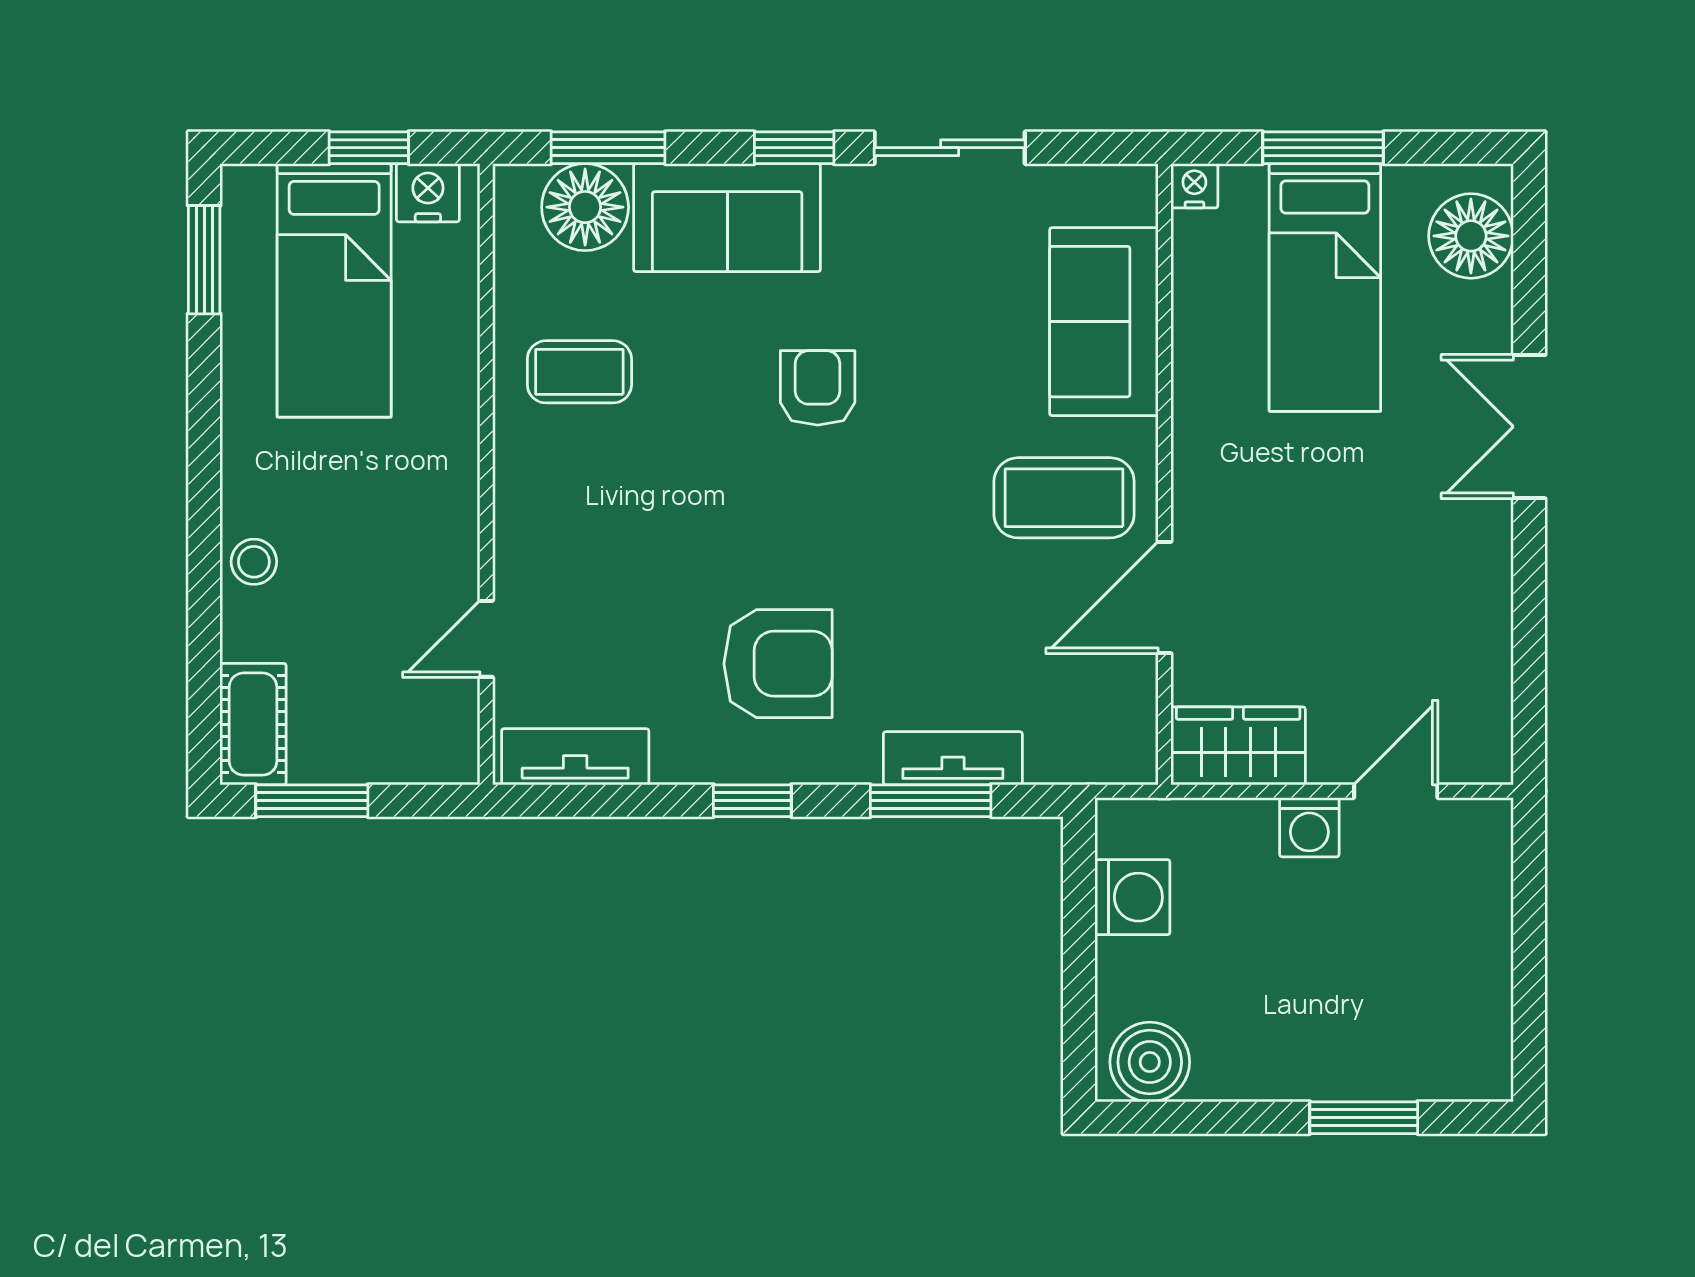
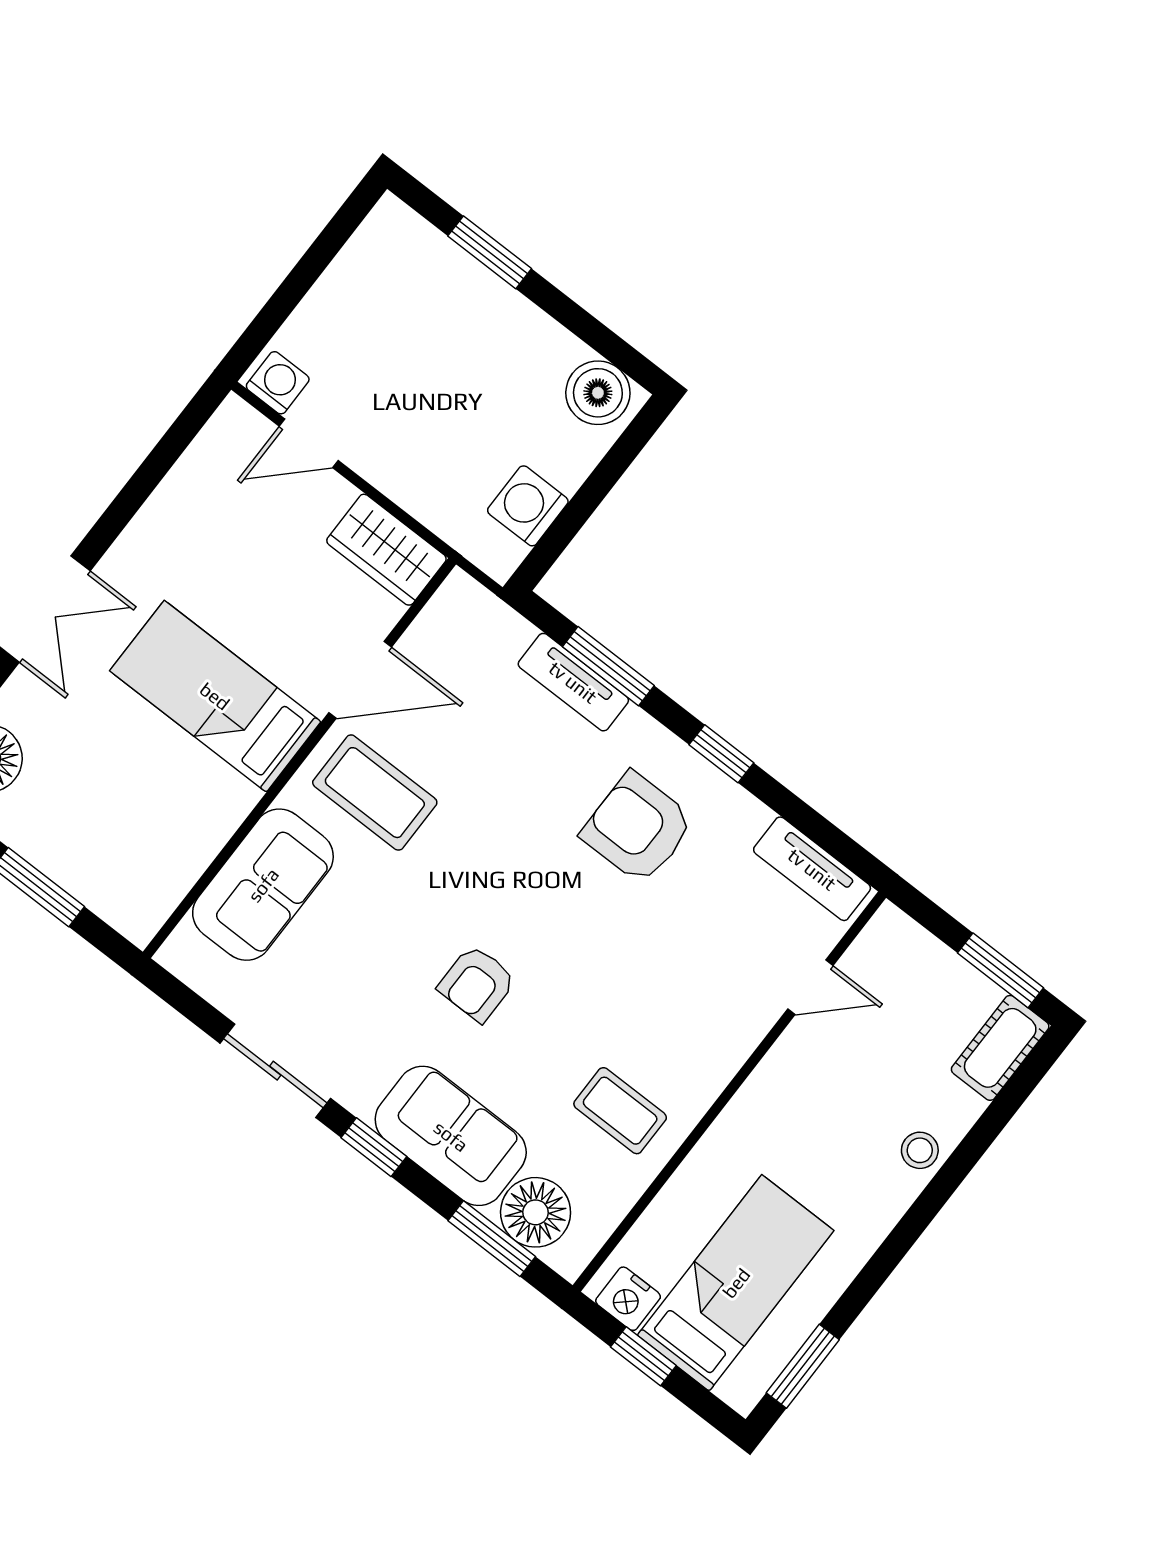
nightstand: (1194, 186) -> (139, 926), removed
bed: (1325, 287) -> (215, 696), moved, turned -90
washing machine: (1309, 827) -> (278, 383), moved

